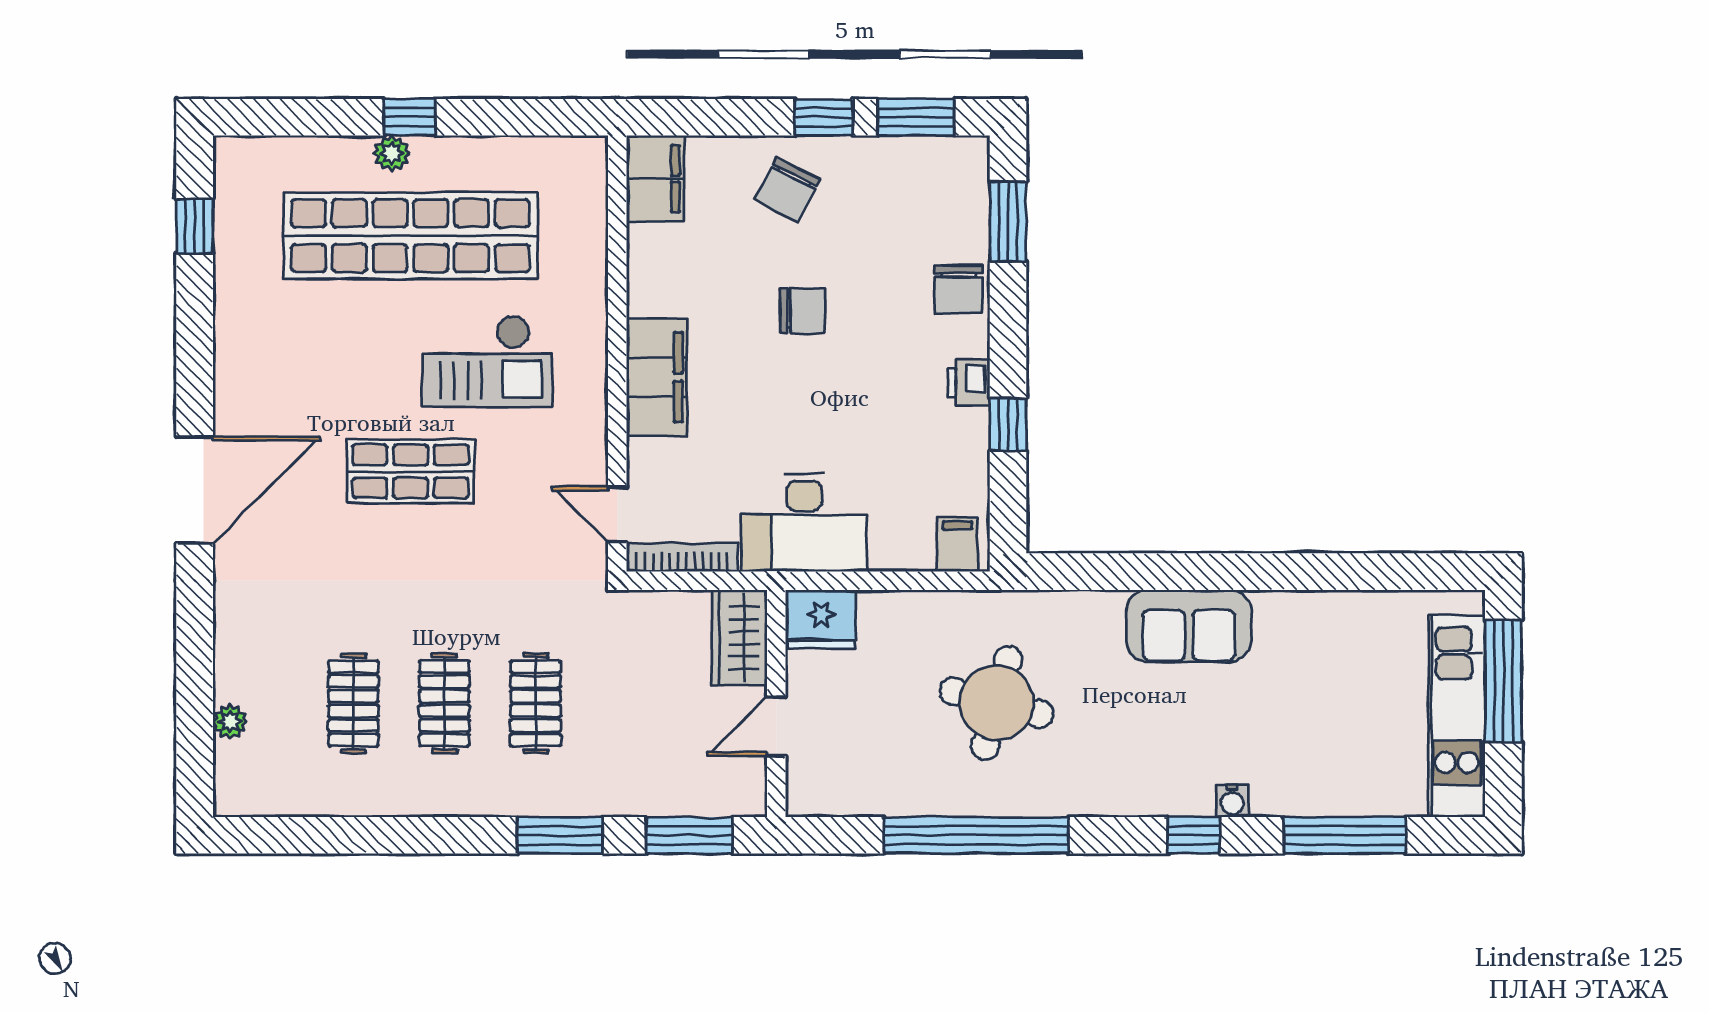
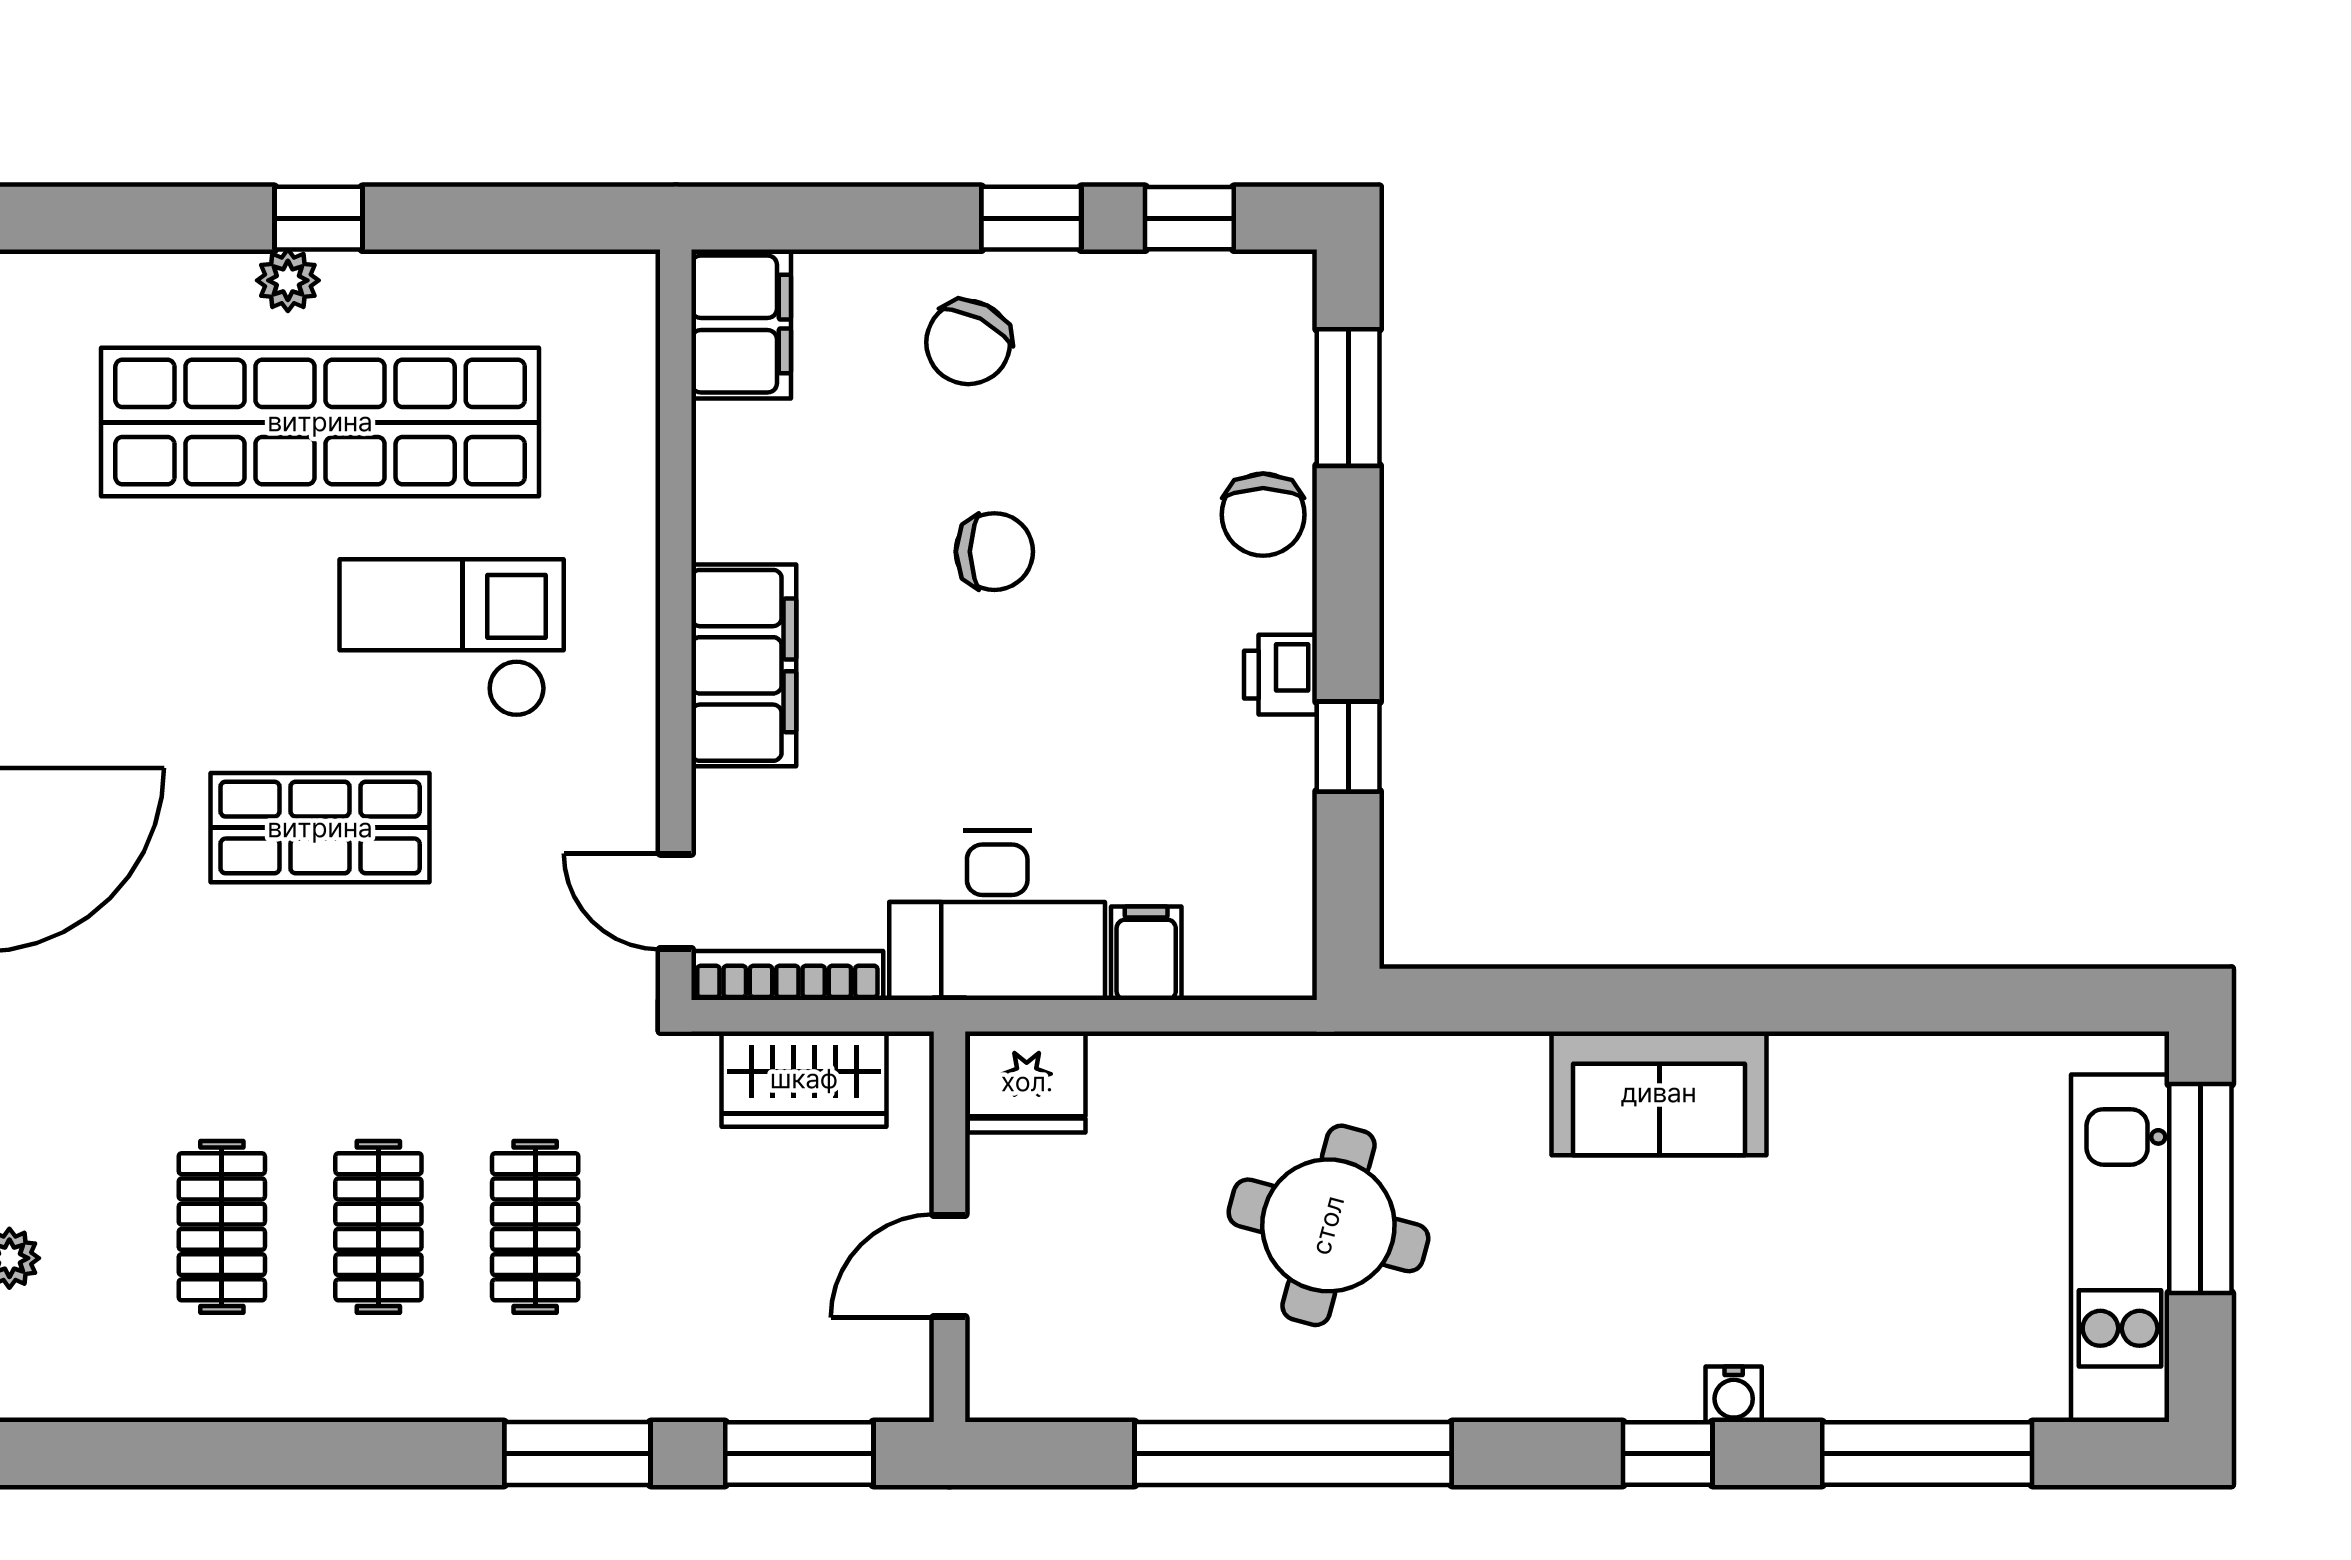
window: (916, 117) -> (1189, 218), width x0.67
checkout: (487, 361) -> (452, 638), turned 180
filing cabinet: (957, 544) -> (1146, 953), moved
wardrobe: (739, 638) -> (804, 1079), moved, turned -90

